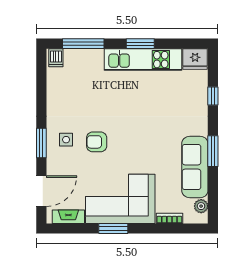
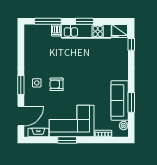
dishwasher: (56, 58) -> (56, 30), moved
window: (213, 96) -> (131, 44), moved
window: (213, 151) -> (131, 102), moved

